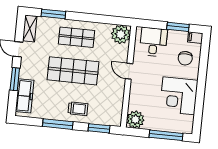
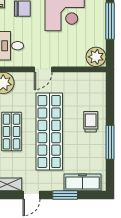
shop shelf: (73, 71) -> (49, 132), width x1.40
window: (99, 128) -> (110, 96), removed

